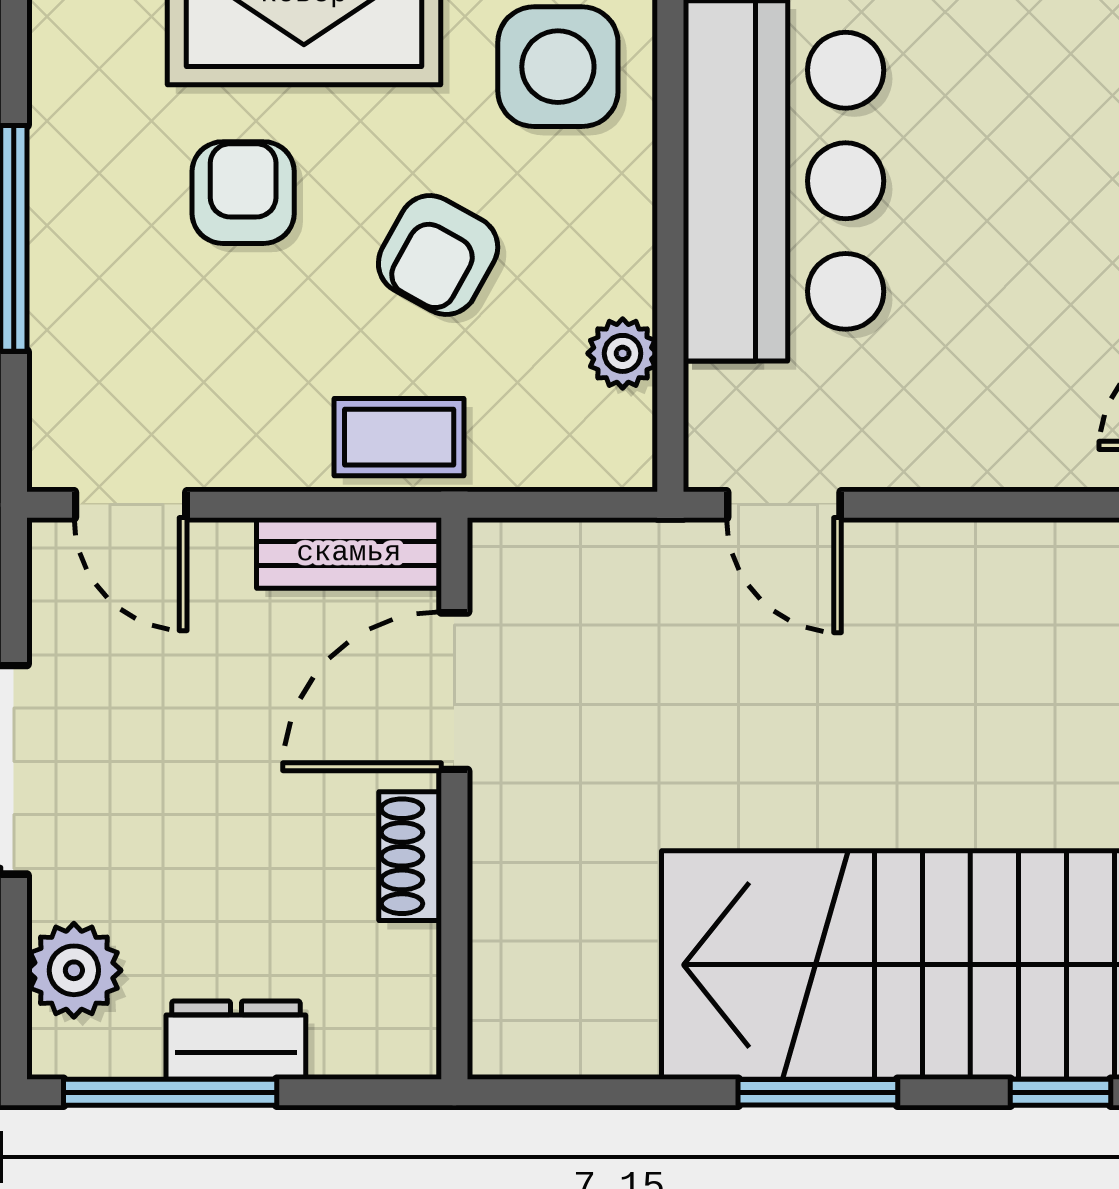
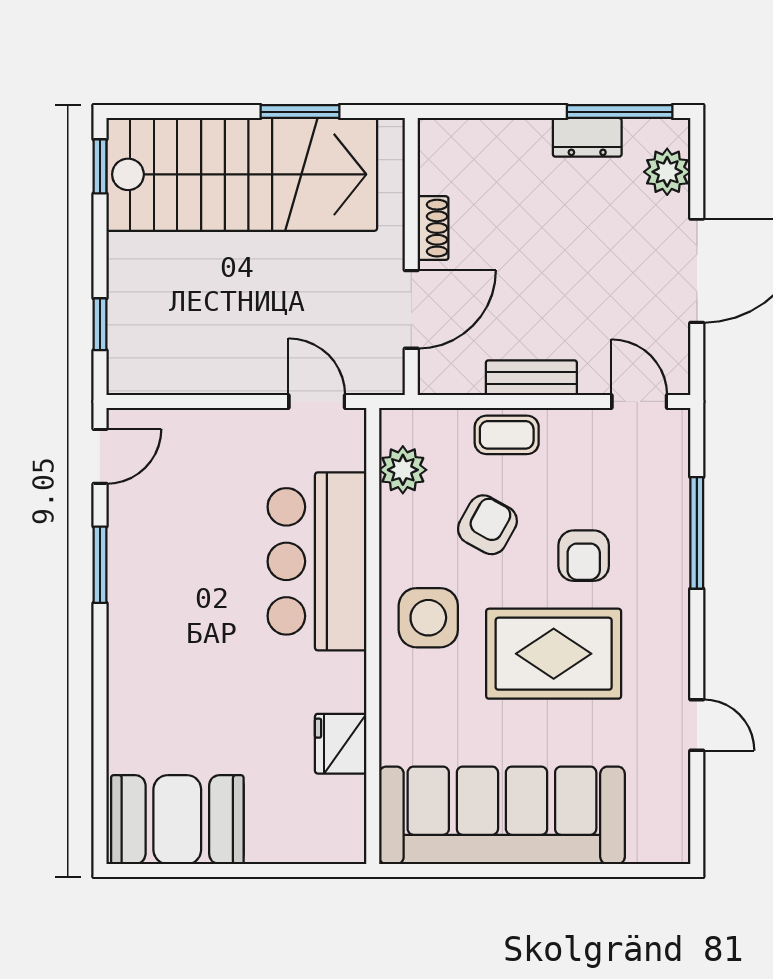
plant: (623, 353) -> (403, 470), width x1.38, depth x1.38
door: (454, 691) -> (411, 309), moved
wall: (454, 799) -> (411, 257), moved
shoe rack: (410, 856) -> (433, 228), moved
window: (1060, 1092) -> (180, 112), removed

